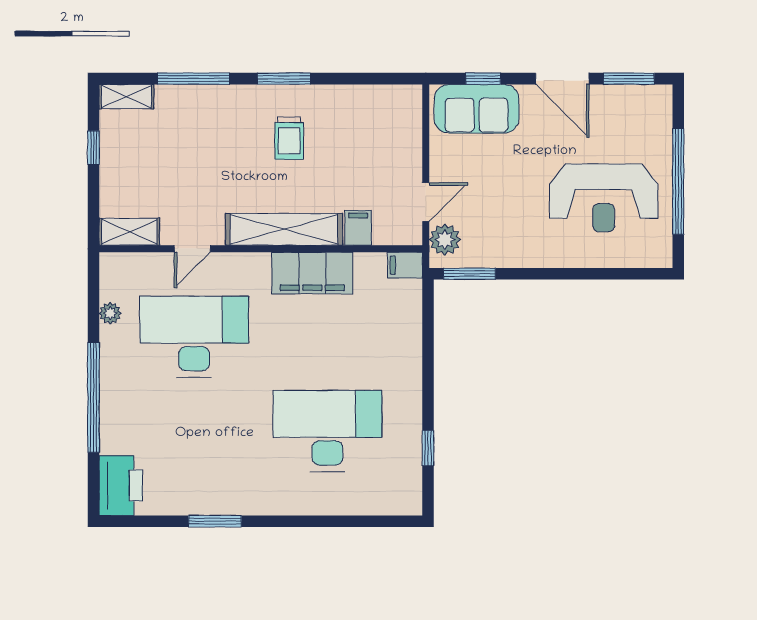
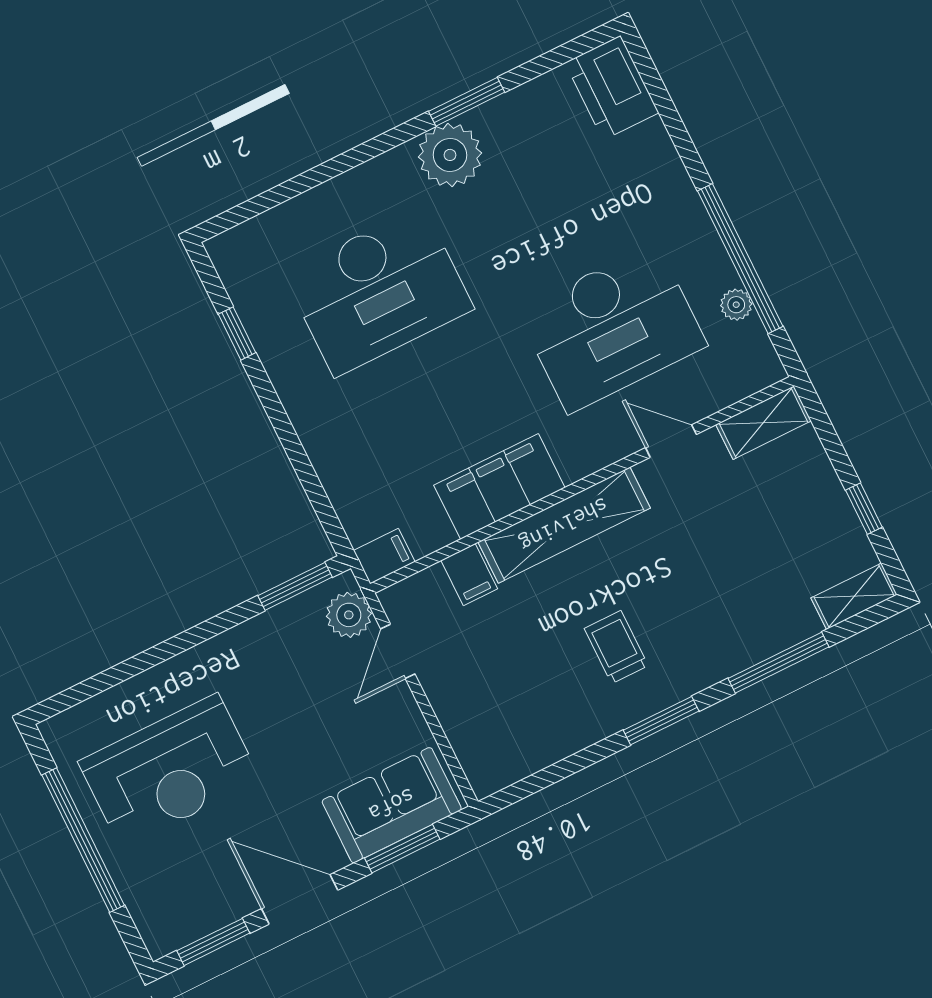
window: (483, 79) -> (402, 849), width x1.50
reception desk: (604, 198) -> (169, 771), turned 180
door: (192, 249) -> (671, 441), hinge flipped
window: (93, 397) -> (740, 259), moved
plant: (242, 493) -> (450, 155), added

